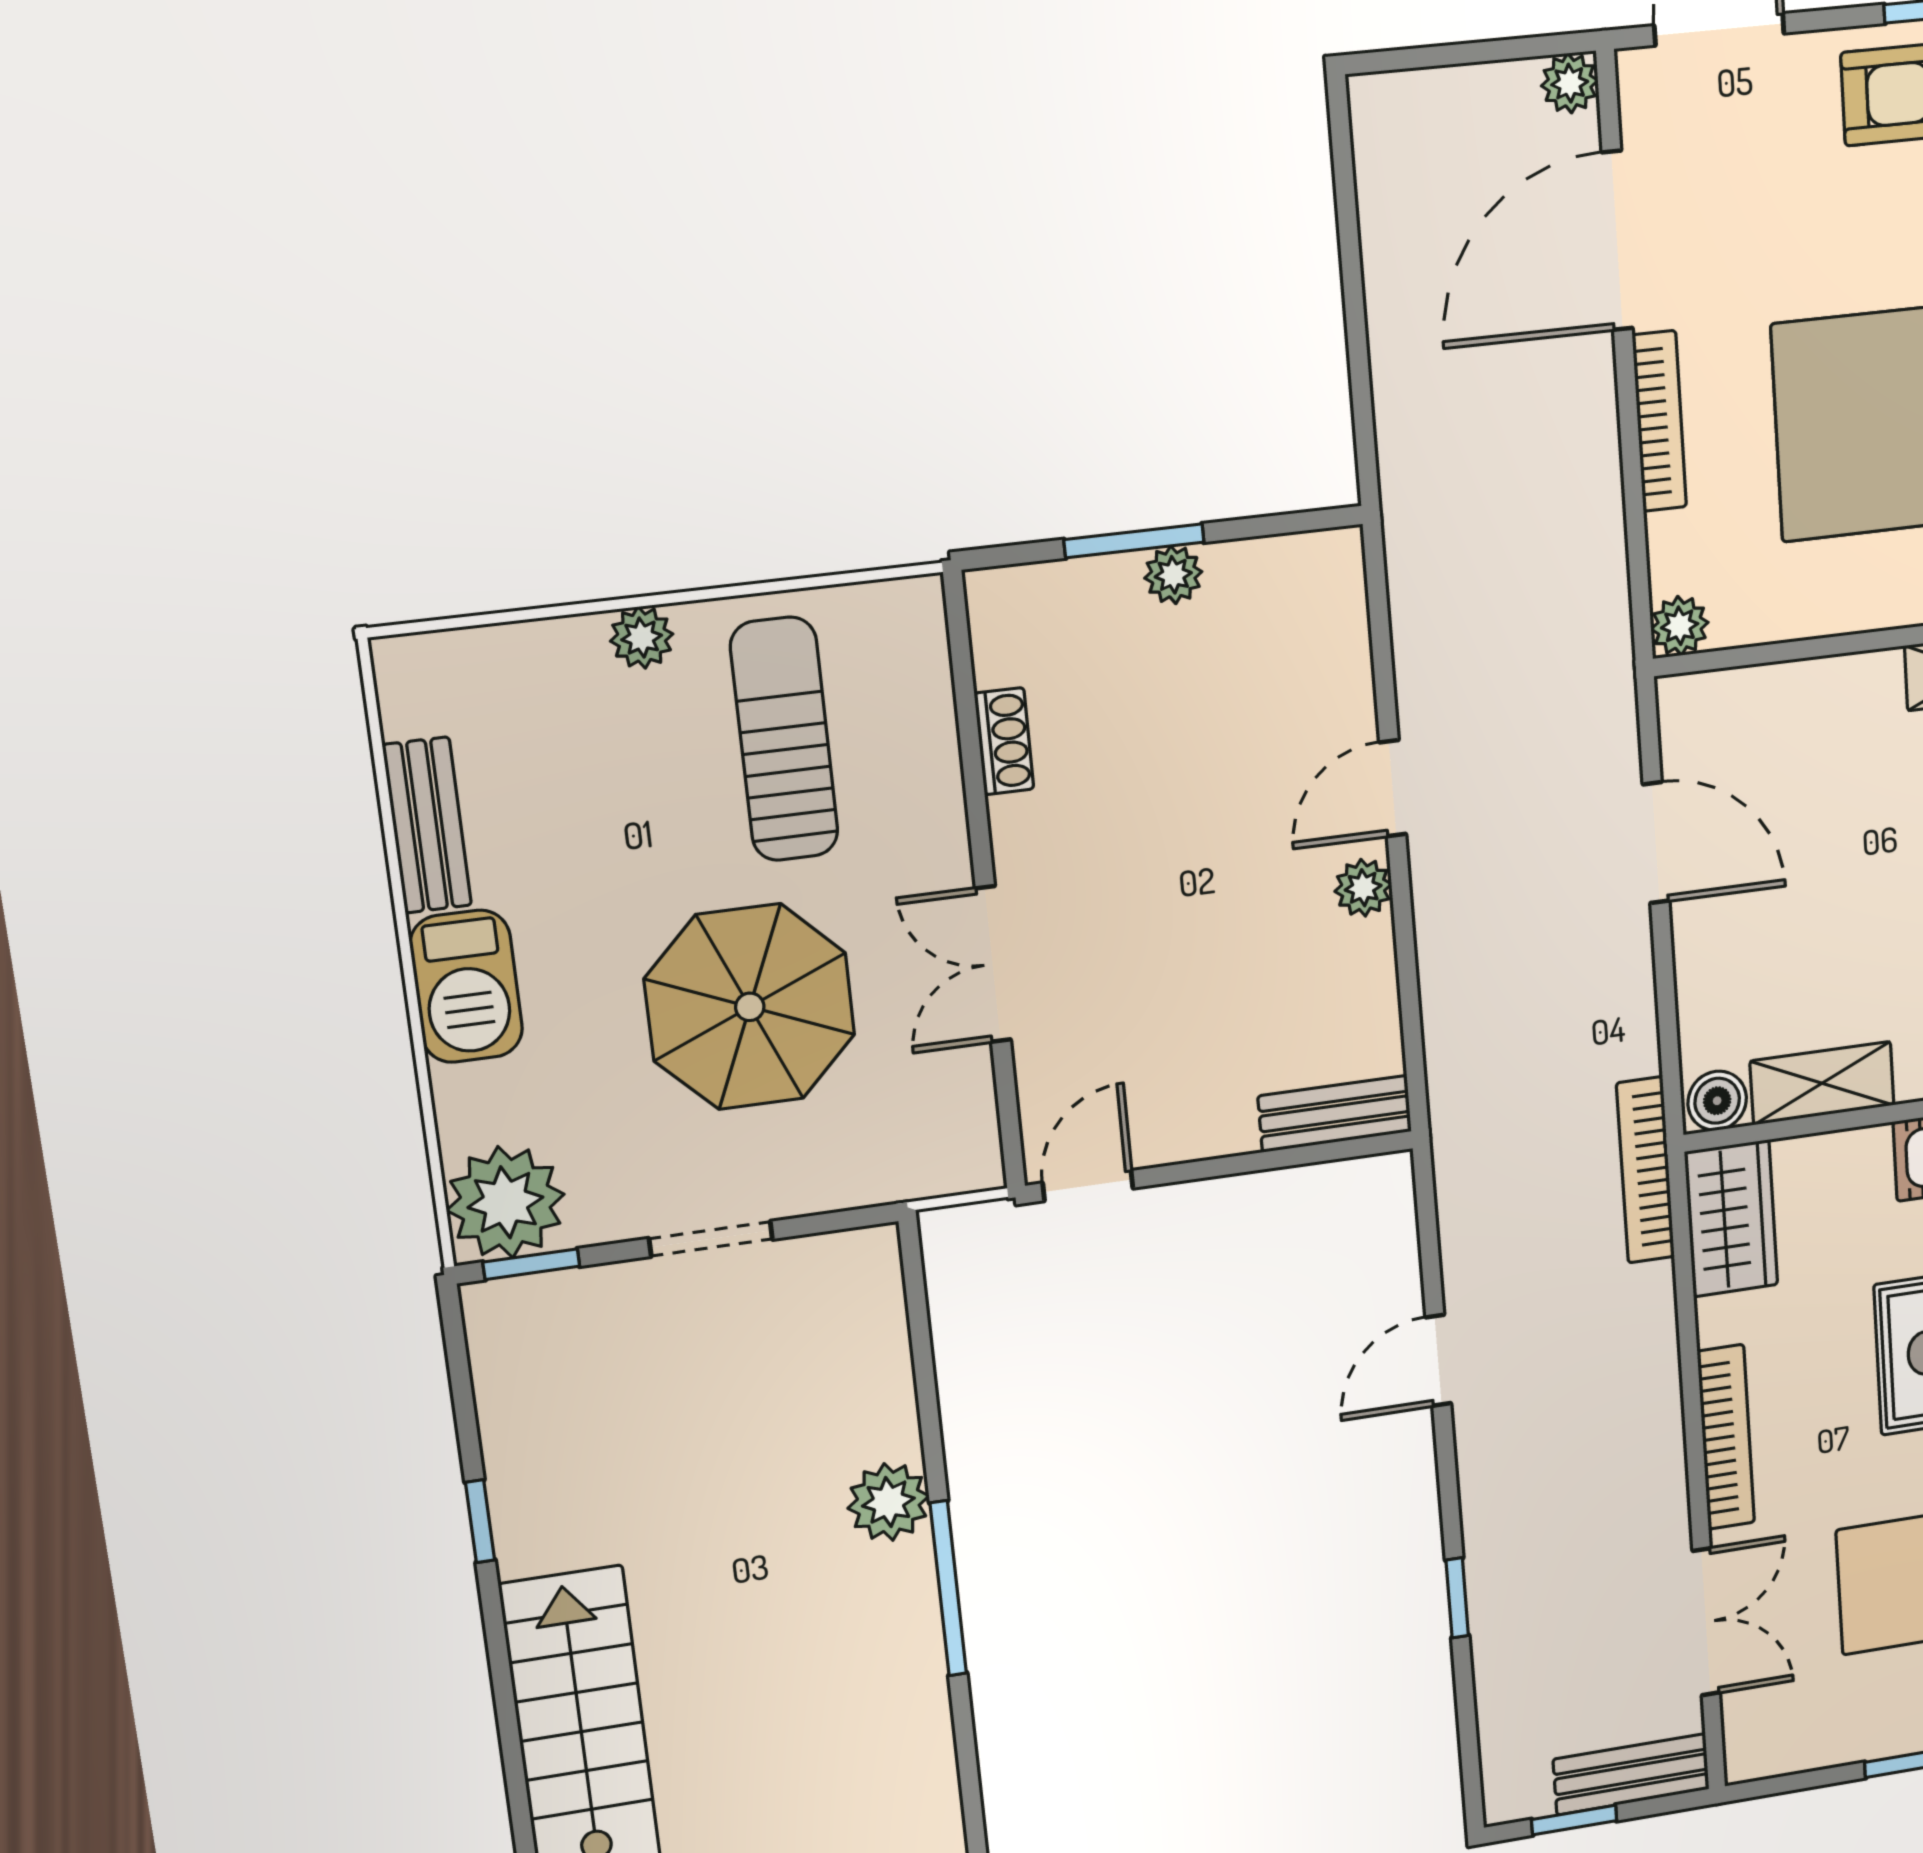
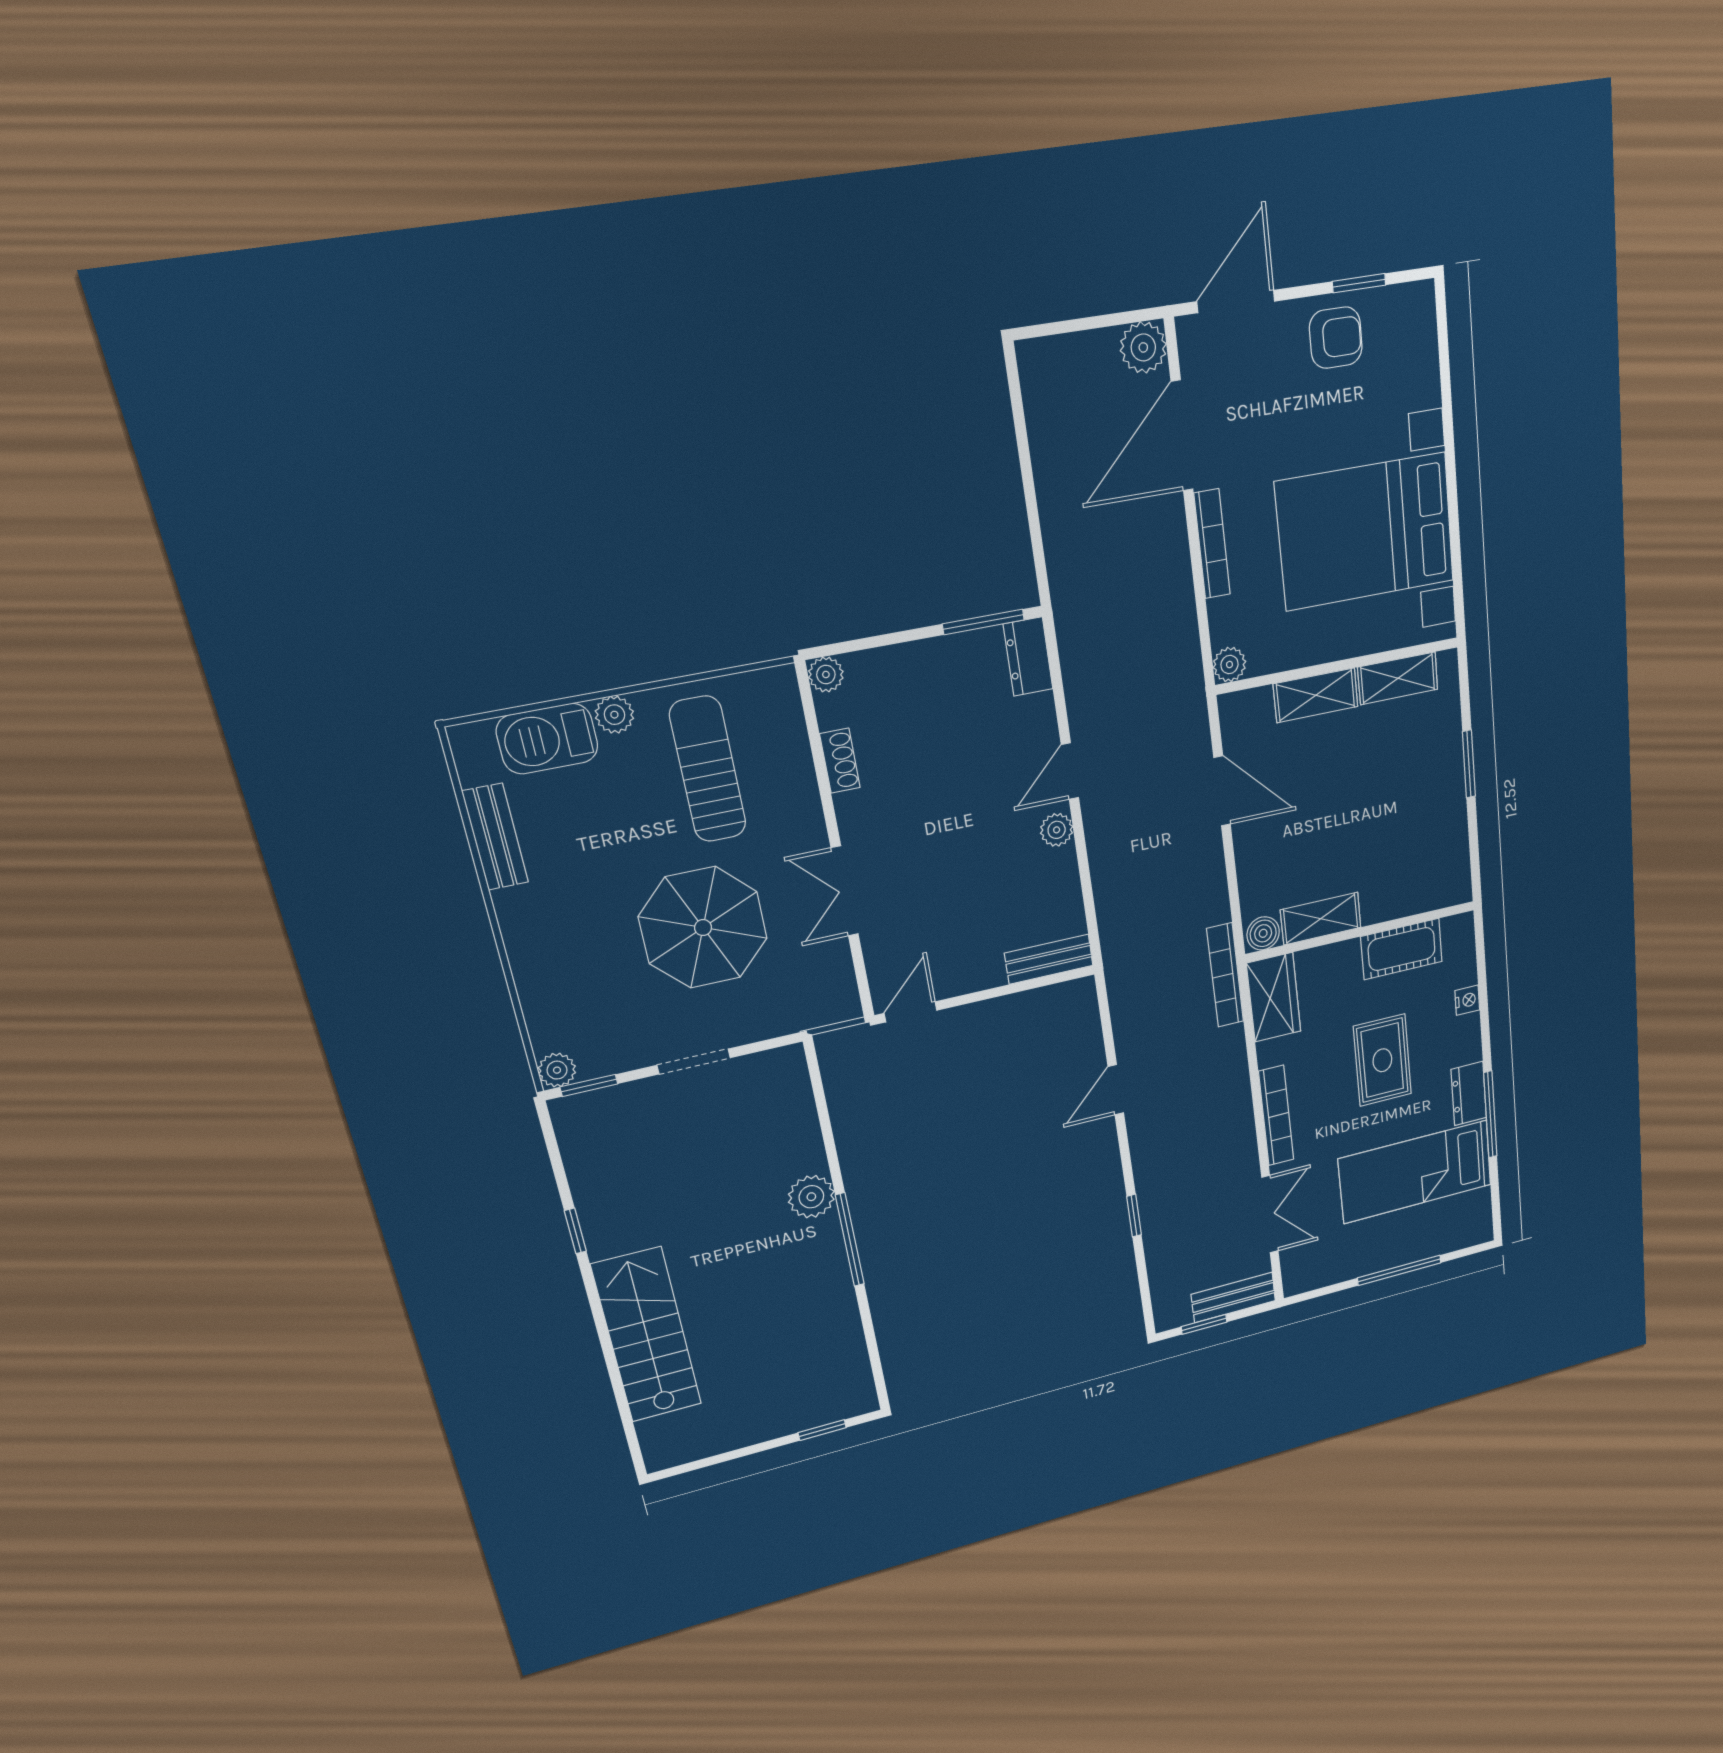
plant: (1570, 83) -> (1143, 347), width x1.38, depth x1.38
window: (1134, 541) -> (983, 622), moved
plant: (1173, 575) -> (826, 674), moved
dresser: (1334, 589) -> (1028, 657), added
shelving: (1828, 689) -> (1316, 695), added
barbecue: (466, 986) -> (547, 739), moved, turned 90
plant: (505, 1202) -> (557, 1070), width x0.53, depth x0.53

